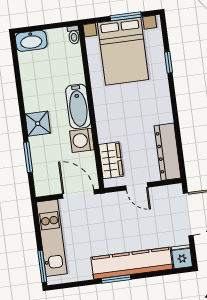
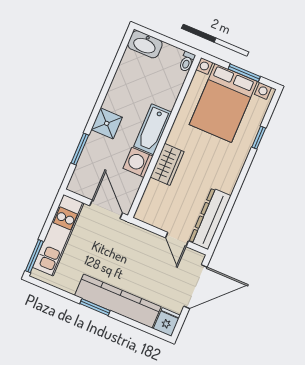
wardrobe: (111, 160) -> (167, 164), moved
door: (137, 186) -> (177, 239), moved

